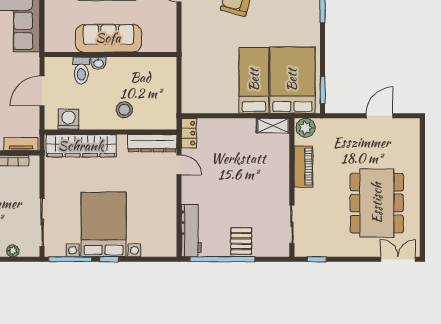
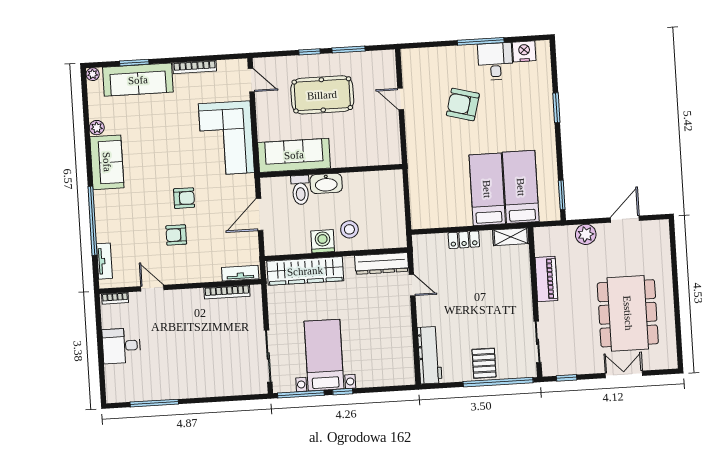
sofa: (108, 38) -> (294, 155), moved
washbasin: (98, 63) -> (326, 183), width x1.91, depth x1.45
bed: (292, 80) -> (521, 187), width x0.67
washing machine: (69, 119) -> (323, 241), moved
plant: (306, 128) -> (586, 234), moved
locker: (189, 133) -> (464, 240), moved, turned 90
bed with nightstands: (104, 224) -> (324, 355), width x0.73
plant: (13, 251) -> (238, 389), removed
window: (222, 259) -> (498, 382), moved
double door: (398, 259) -> (624, 374), moved

